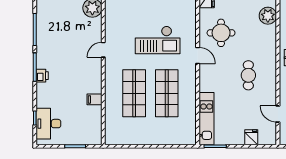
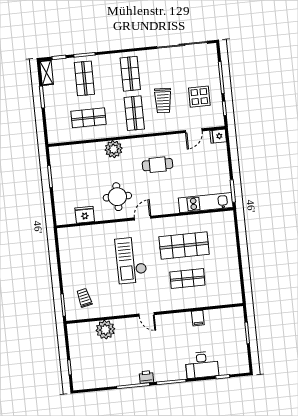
plant: (268, 16) -> (114, 149), moved
checkout: (158, 40) -> (131, 260), turned 180
printer: (42, 76) -> (146, 377), moved
shop shelf: (134, 93) -> (187, 279), width x0.70, depth x0.74
desk: (48, 124) -> (202, 365), moved
fridge: (251, 137) -> (218, 136), moved

